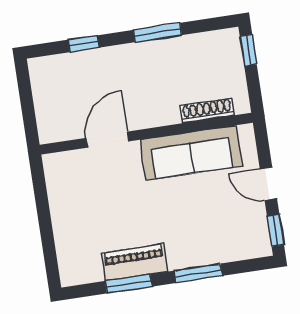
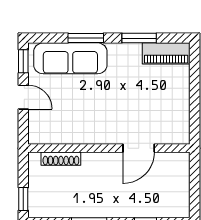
sofa: (191, 153) -> (70, 58), moved, turned 180
piano: (134, 262) -> (166, 53), moved

